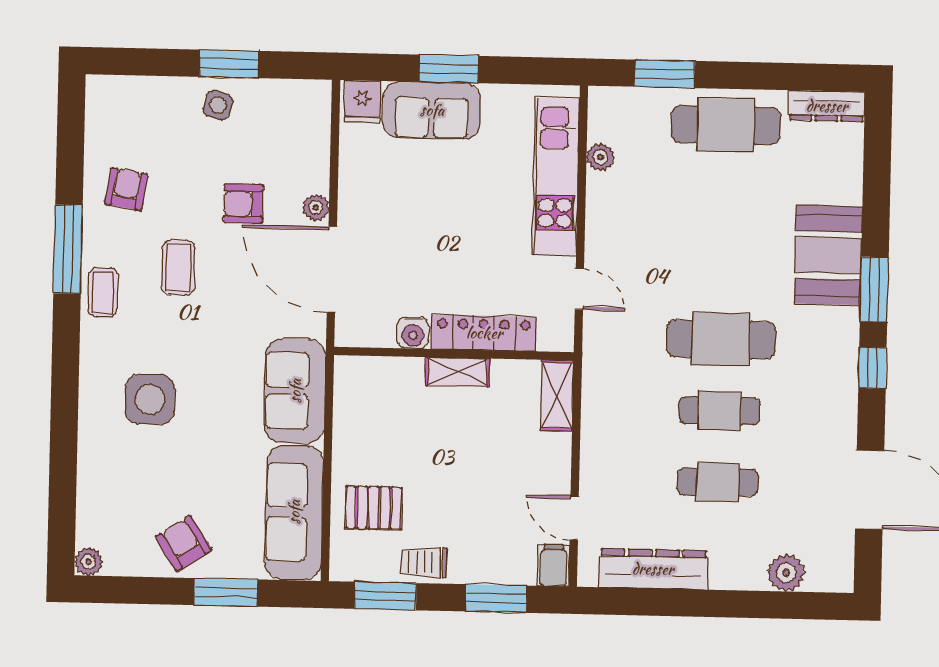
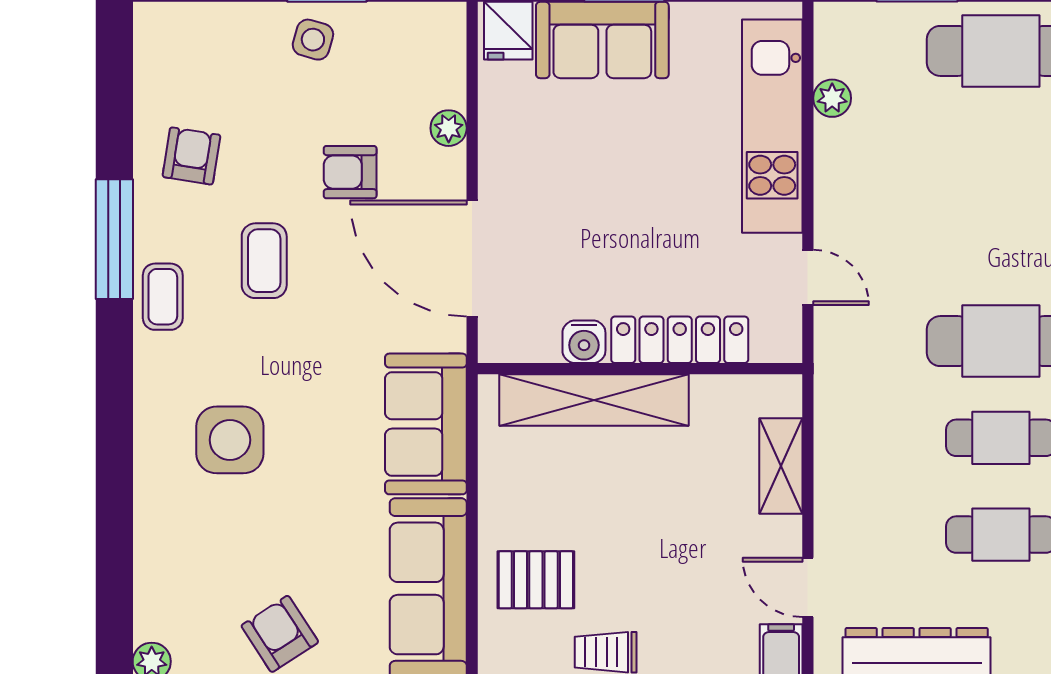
plant: (316, 208) -> (449, 128), moved
shelving: (458, 372) -> (594, 400), width x2.20, depth x1.33
shelving: (557, 395) -> (781, 466), moved

